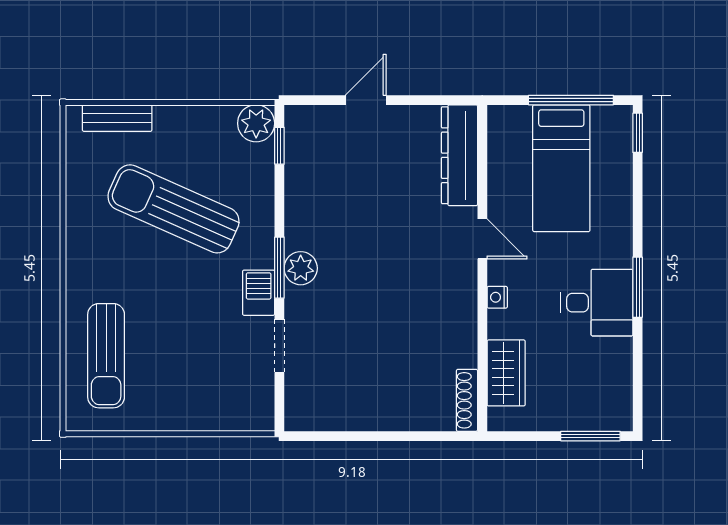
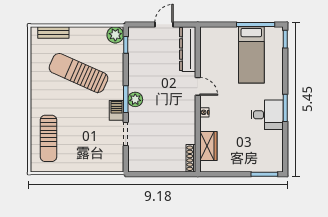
dresser: (460, 155) -> (188, 49), moved
door: (482, 239) -> (198, 86), moved
wall: (482, 268) -> (198, 99), moved
nightstand: (497, 297) -> (204, 112), moved
wardrobe: (506, 373) -> (208, 146), moved
shoe rack: (467, 400) -> (191, 158), moved

